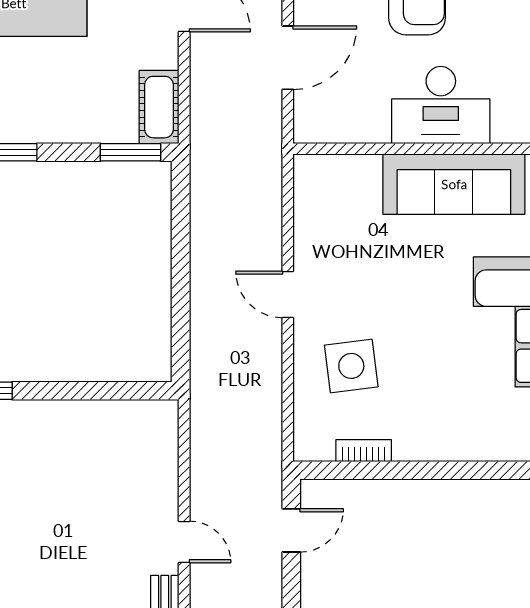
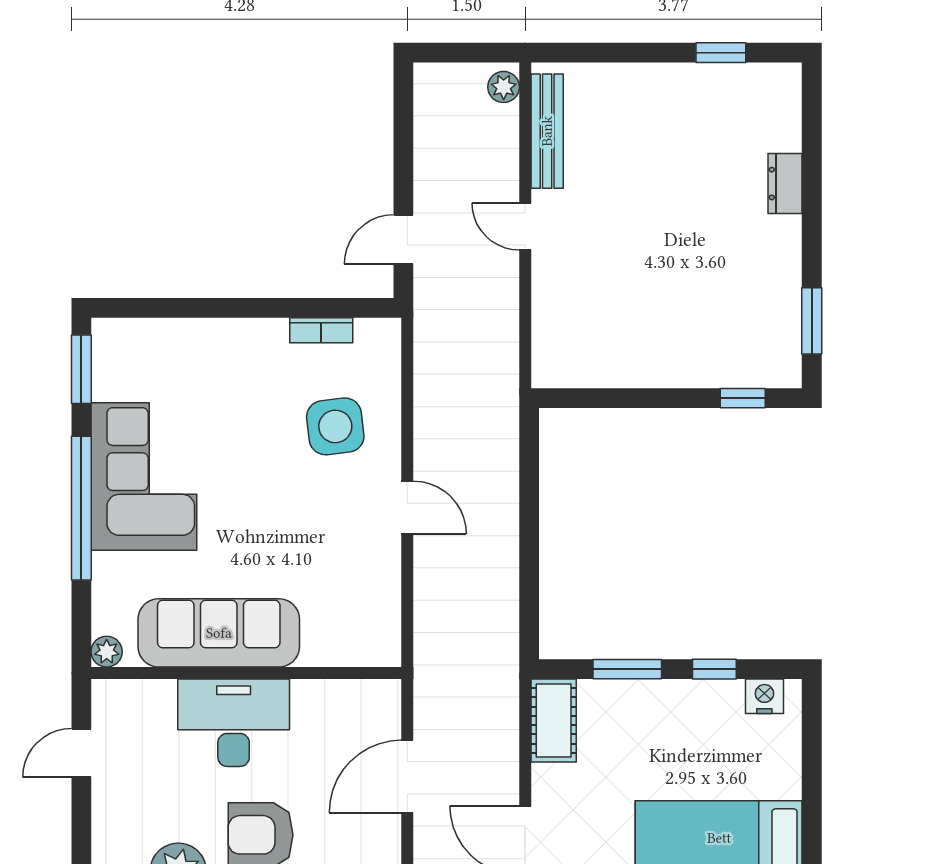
window: (131, 152) -> (627, 669), moved

